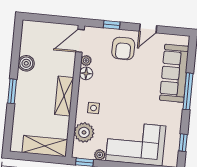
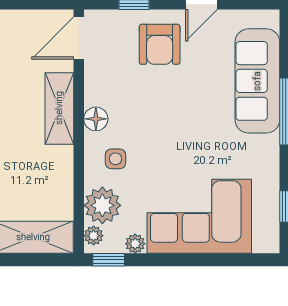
plant: (86, 61) -> (94, 236), moved
floor lamp: (86, 73) -> (96, 119), moved
shelving: (64, 96) -> (59, 108), moved

